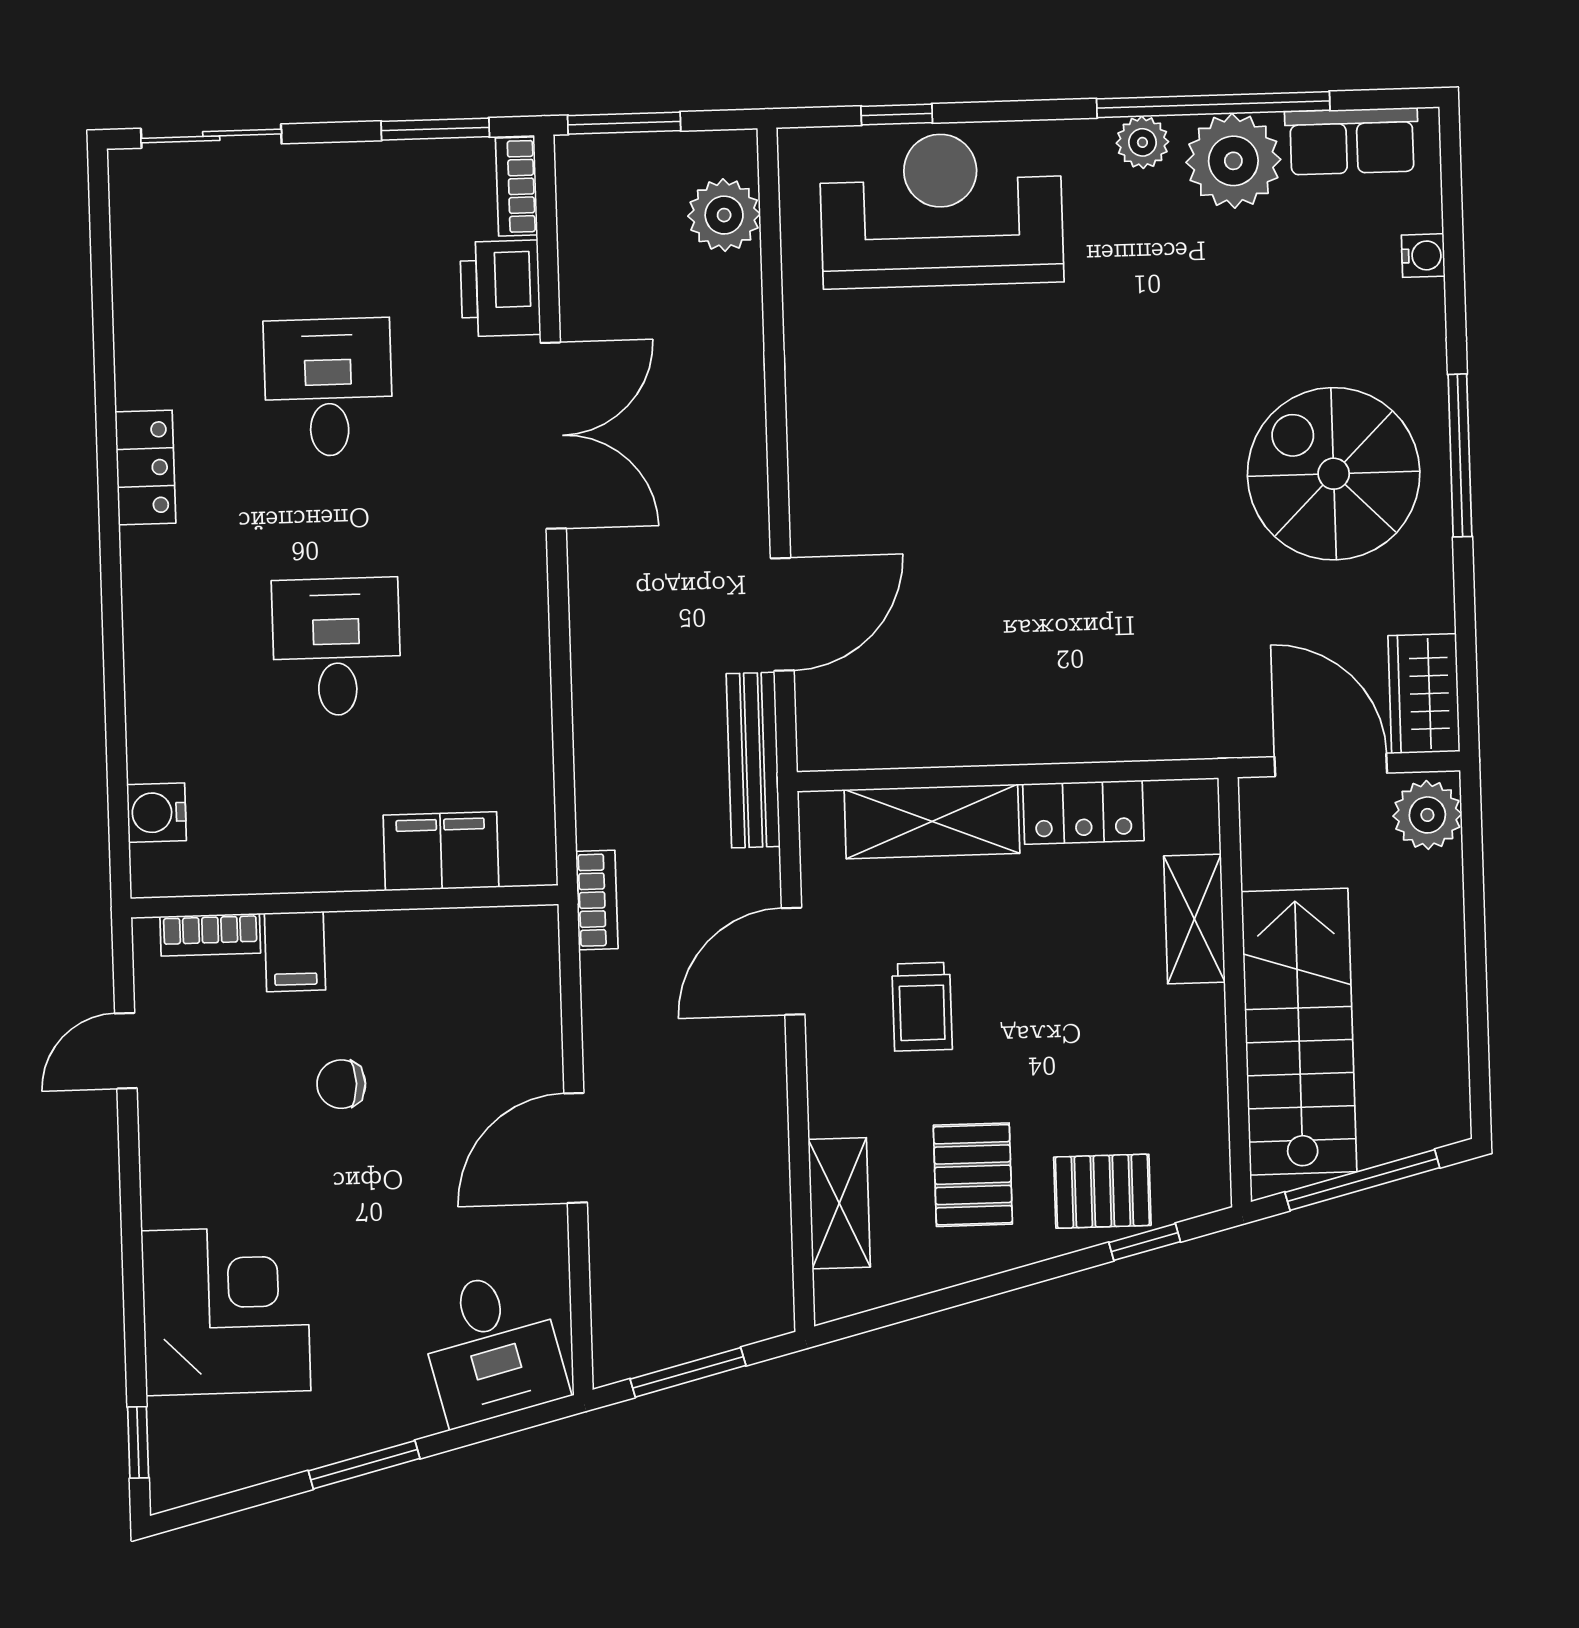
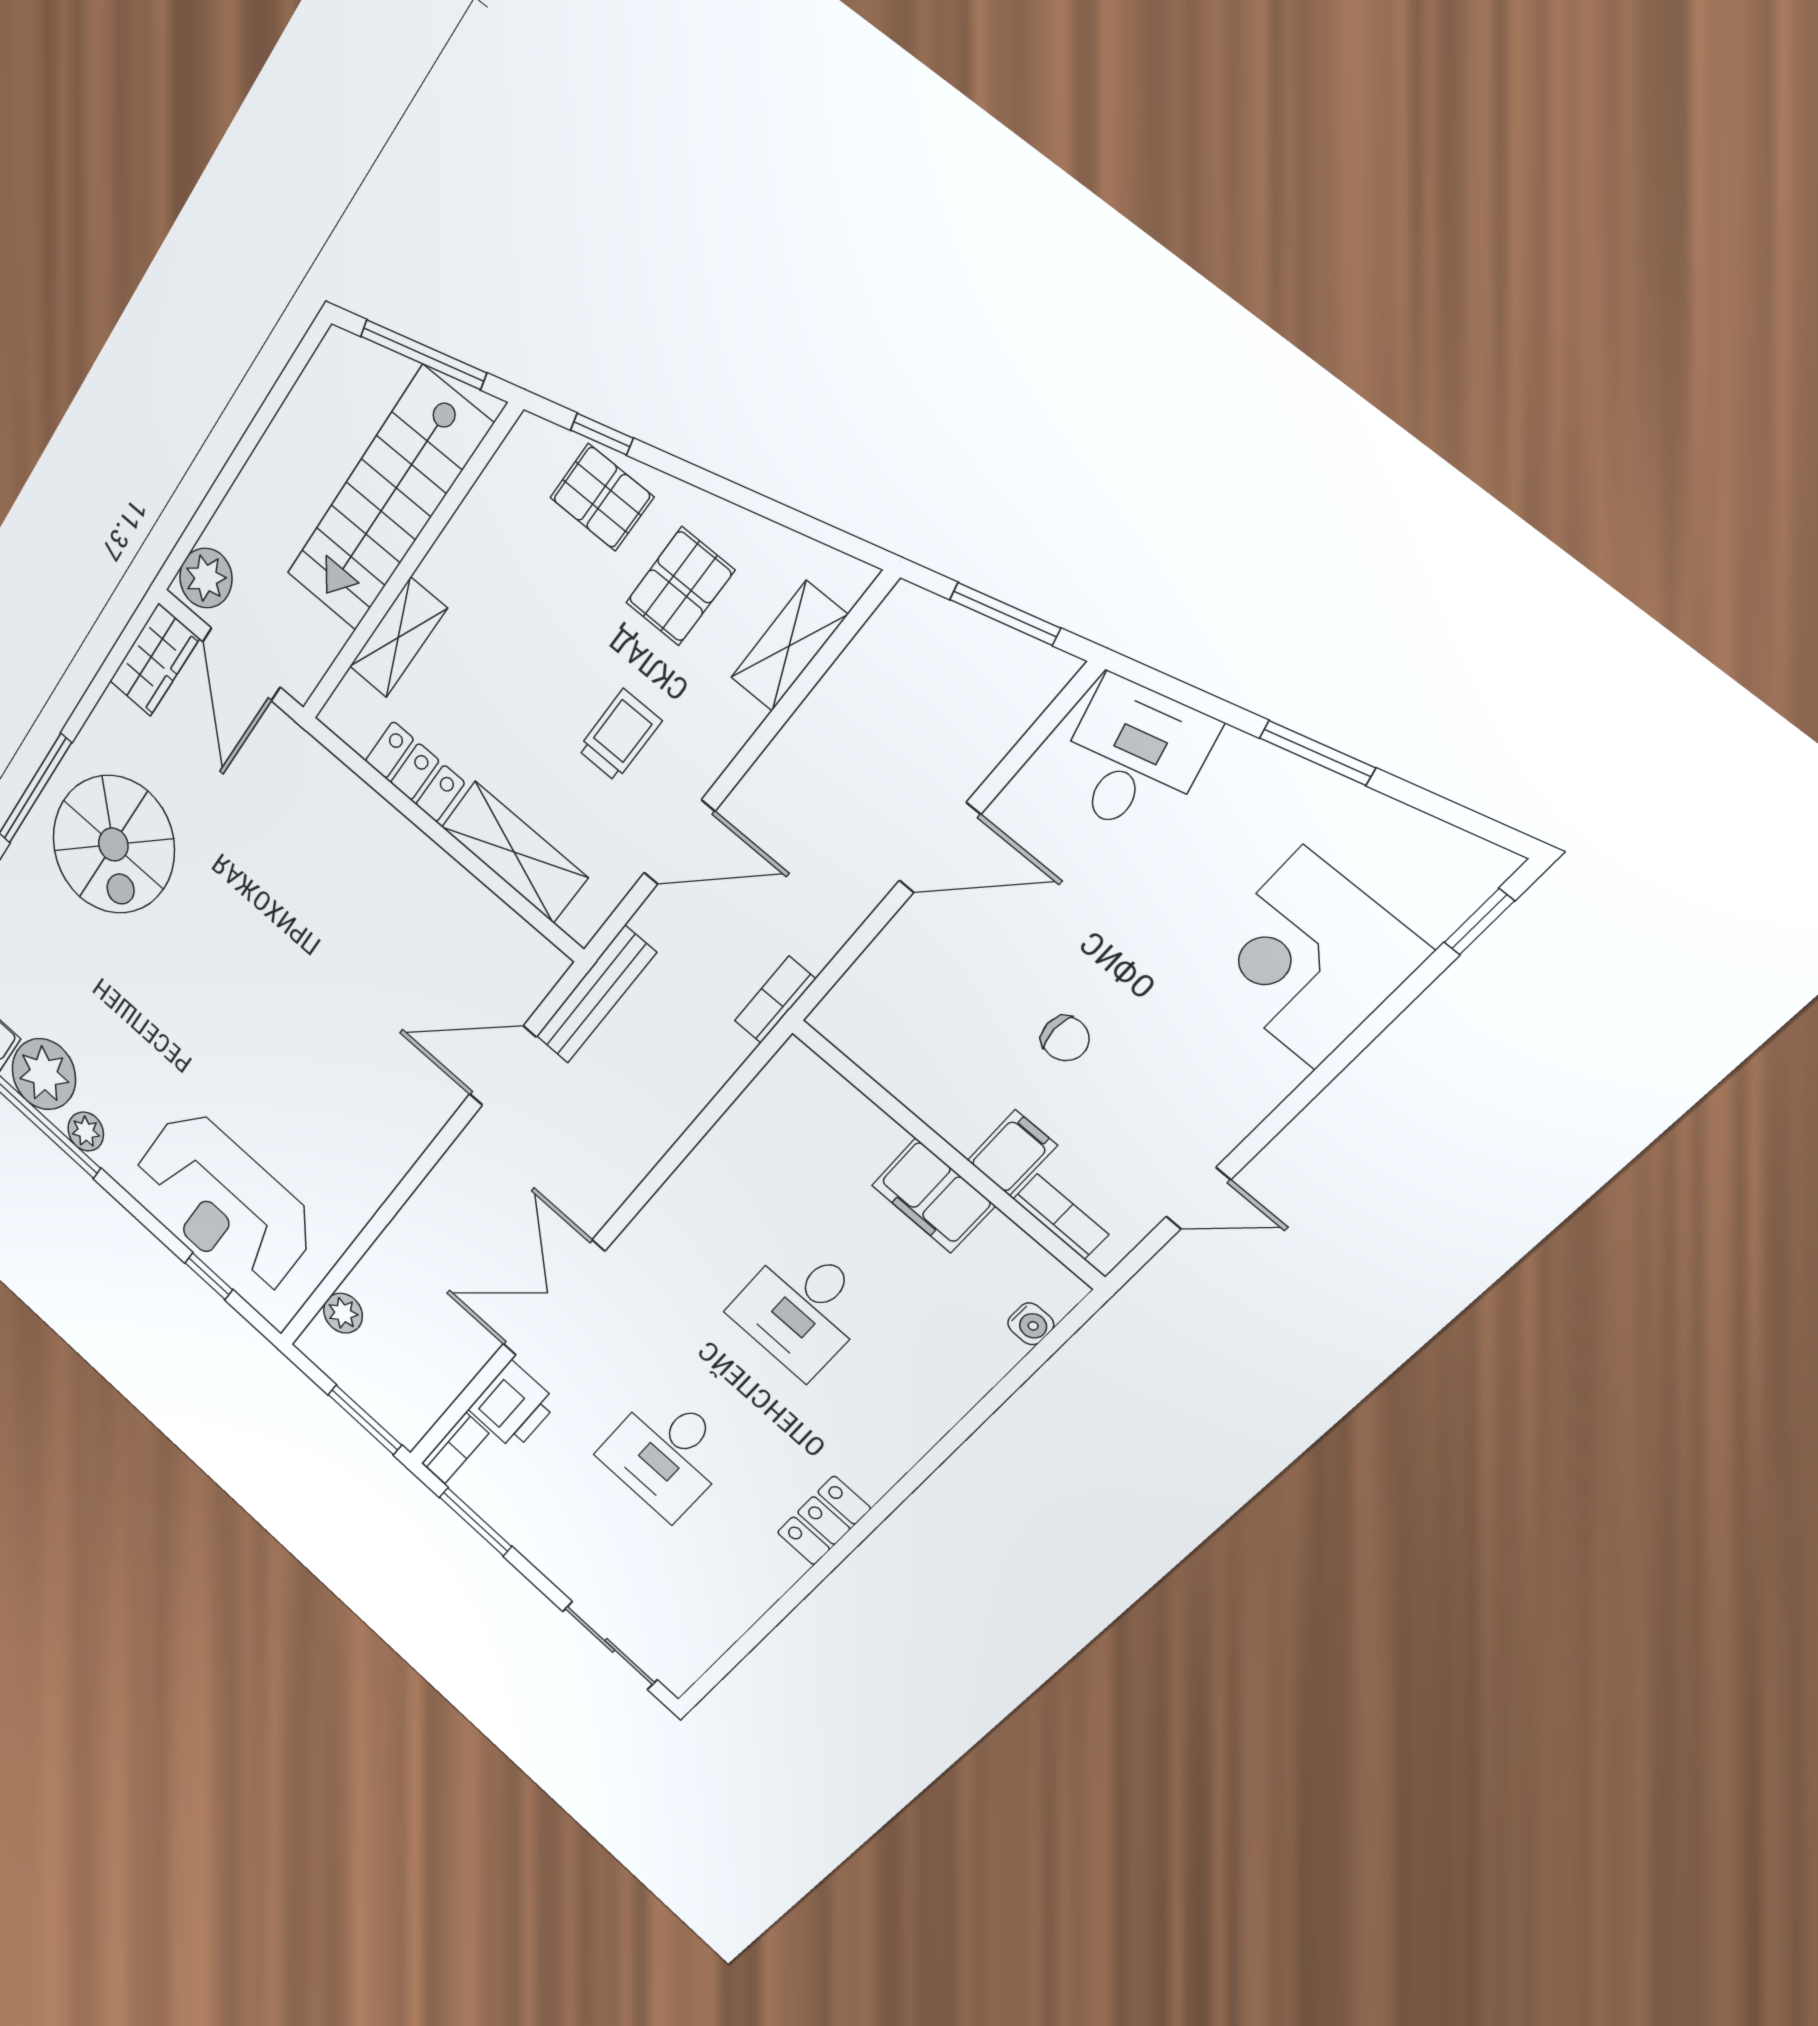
plant: (724, 215) -> (343, 1313), width x0.73, depth x0.73
water cooler: (157, 813) -> (1031, 1324), width x0.72, depth x0.72
filing cabinet: (441, 851) -> (933, 1196), moved

